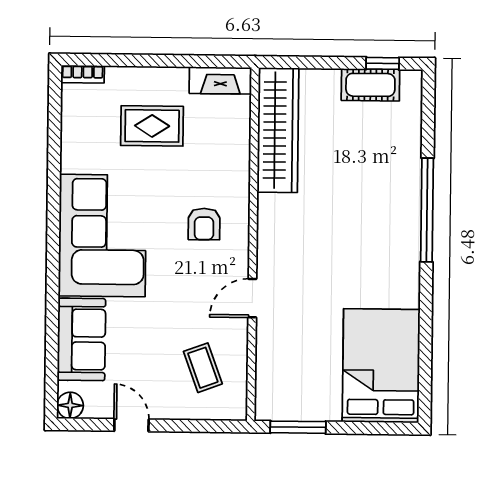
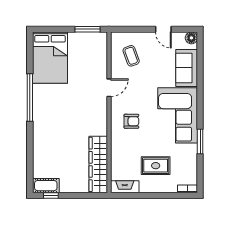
cot: (370, 85) -> (46, 186), moved
window: (54, 178) -> (200, 142), added
window: (427, 210) -> (30, 98), moved
armchair: (204, 224) -> (131, 121), turned 90

